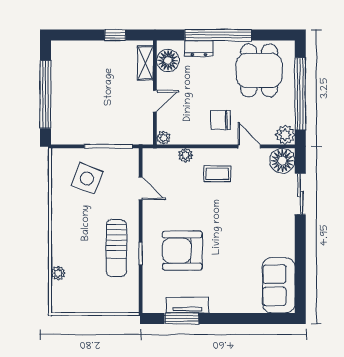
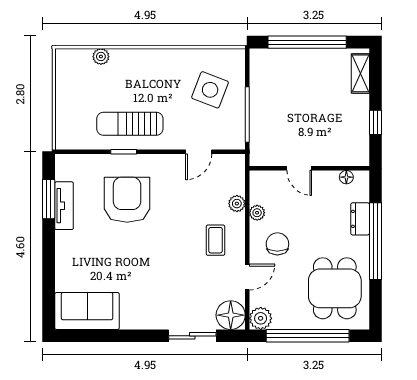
floor lamp: (168, 60) -> (346, 177), width x0.53, depth x0.53
shelving: (145, 63) -> (360, 73), moved, turned 90
dining table: (259, 70) -> (335, 288), turned 90
plant: (163, 138) -> (257, 213), moved

